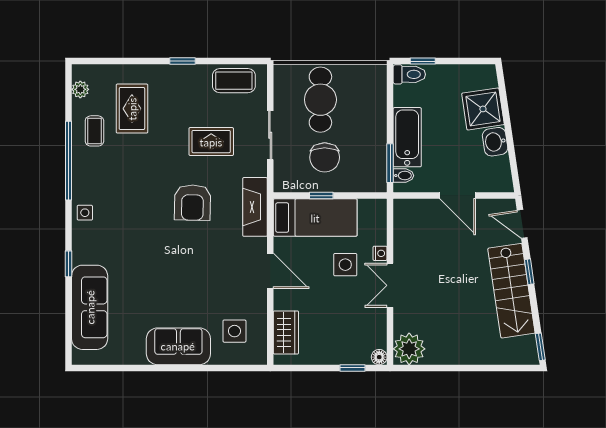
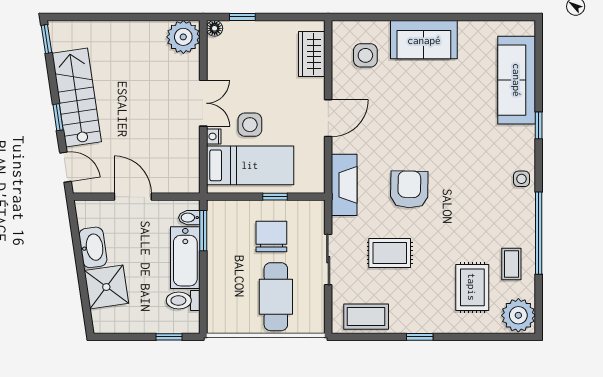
toilet: (409, 74) -> (183, 300), moved
plant: (80, 89) -> (518, 315), width x1.88, depth x1.88
washbasin: (495, 142) -> (93, 247), width x1.38
bed: (315, 218) -> (250, 165), moved, turned 180
door: (270, 271) -> (328, 118), swing flipped

